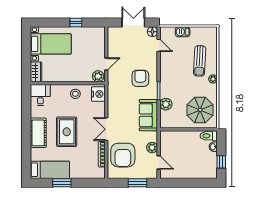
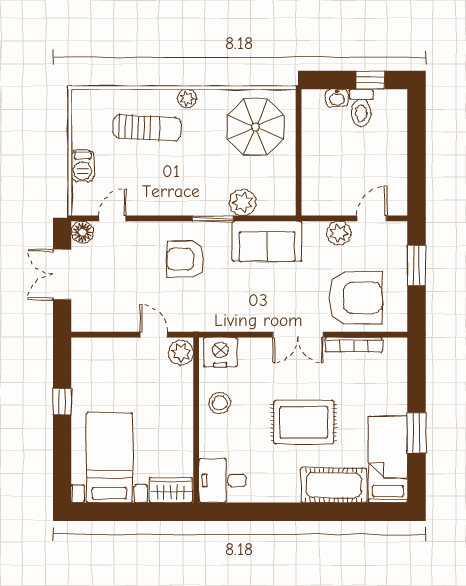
cot: (38, 133) -> (334, 485), moved
toilet: (209, 136) -> (361, 108), moved

